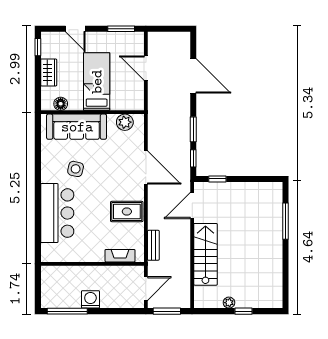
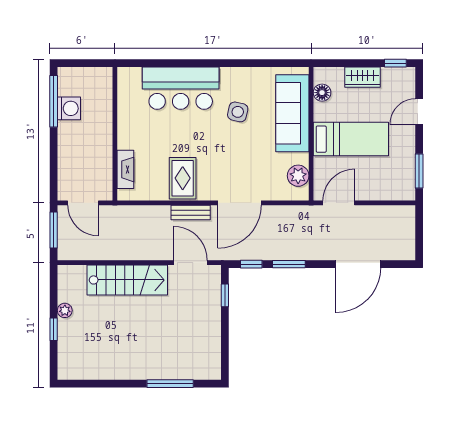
door: (146, 68) -> (339, 203), moved
bench: (153, 245) -> (191, 213), moved
washing machine: (90, 299) -> (69, 108), moved

